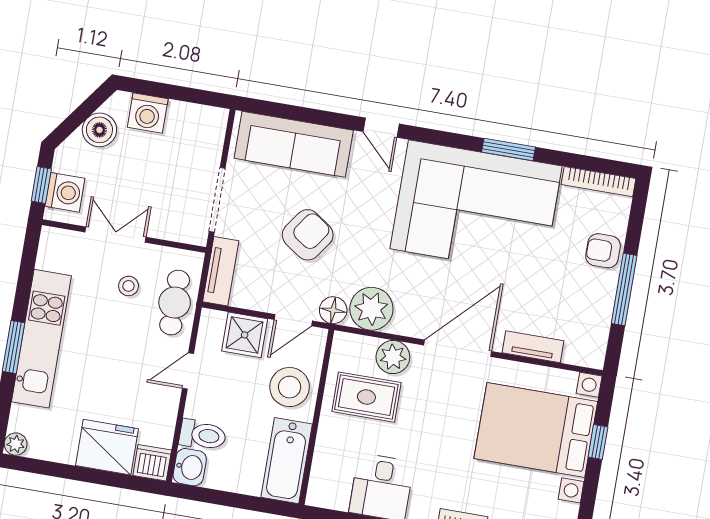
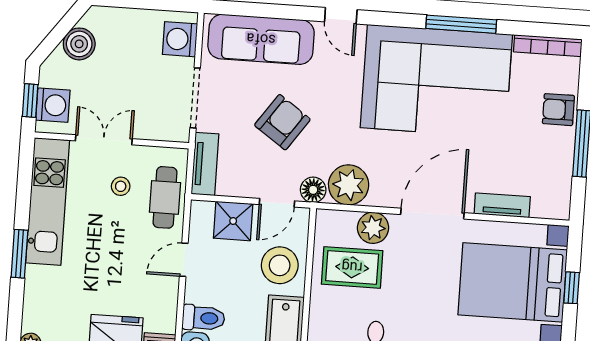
washing machine: (148, 113) -> (180, 39), moved, turned 90
window: (509, 149) -> (461, 24), width x1.44
kitchen unit: (41, 339) -> (48, 202), moved

